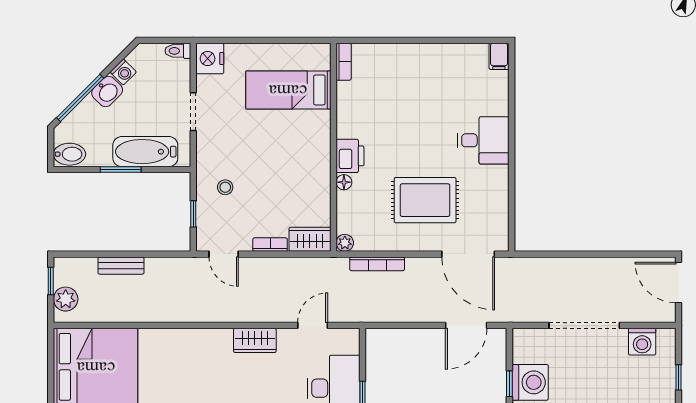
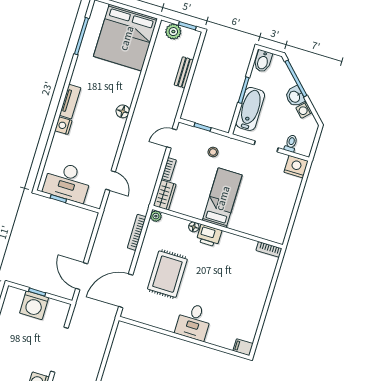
toilet: (178, 51) -> (291, 143), moved
bed: (288, 90) -> (222, 198), moved
floor lamp: (205, 338) -> (123, 111), added
wardrobe: (255, 340) -> (112, 142), removed

